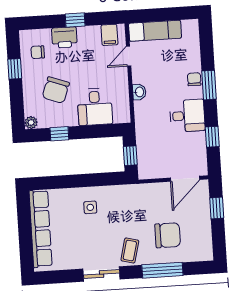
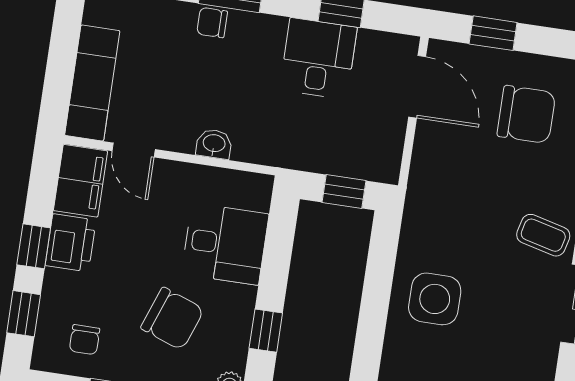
window: (44, 22) -> (24, 314), added
filing cabinet: (109, 35) -> (80, 181), width x2.00
printer: (64, 37) -> (71, 243), moved
desk: (187, 116) -> (318, 58), moved
side table: (90, 207) -> (435, 299), width x1.87, depth x1.87
chair: (168, 235) -> (526, 114), moved, turned 90

